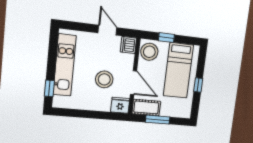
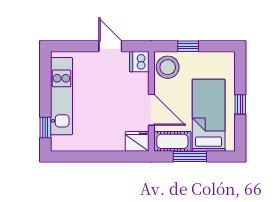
bed: (178, 70) -> (209, 115), moved, turned 180
stool: (104, 79) -> (113, 109), removed

